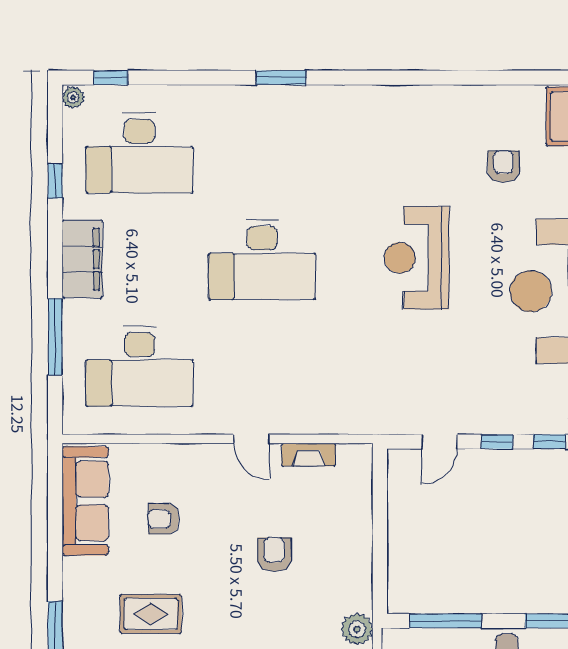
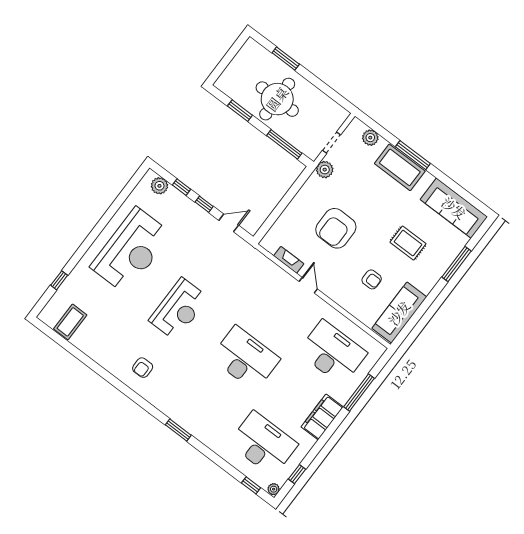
armchair: (503, 166) -> (143, 368), moved
window: (55, 181) -> (297, 474), moved
armchair: (274, 555) -> (336, 228), width x1.88, depth x1.88

